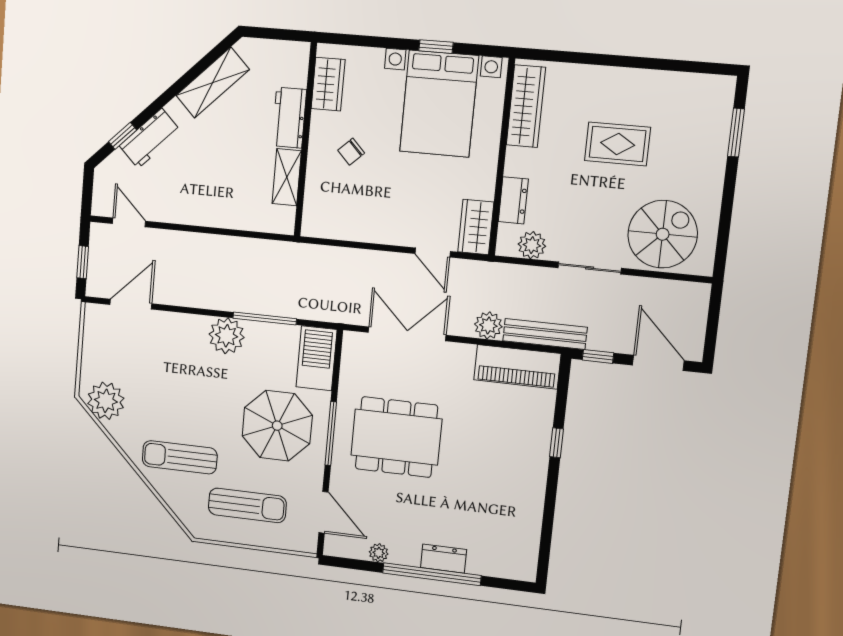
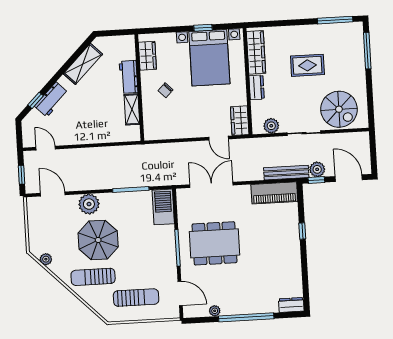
window: (685, 66) -> (335, 20), added
window: (736, 133) -> (367, 51), width x1.44
dresser: (513, 200) -> (257, 87), moved
spiral stairs: (663, 234) -> (339, 109), turned 90
door: (131, 304) -> (53, 194), hinge flipped
plant: (488, 325) -> (317, 169), moved
plant: (227, 336) -> (89, 204), moved
plant: (106, 401) -> (46, 259), width x0.53, depth x0.53
parasol: (277, 426) -> (98, 240), moved
dresser: (444, 559) -> (291, 305), moved

